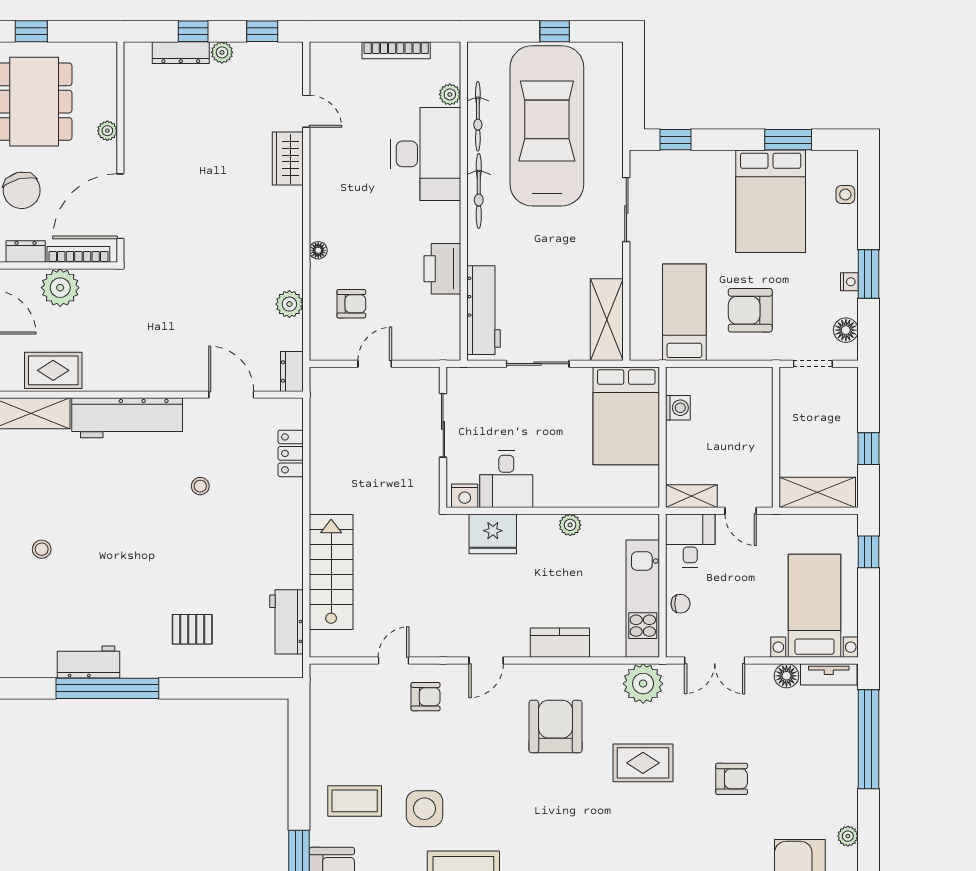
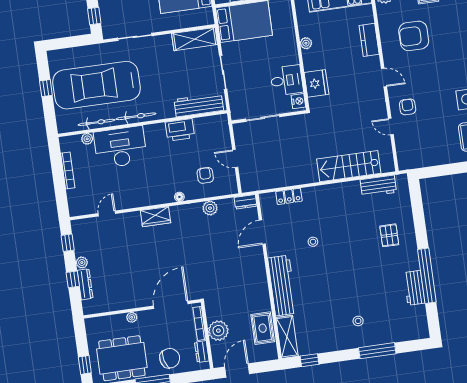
wardrobe: (288, 159) -> (156, 217), moved
door: (120, 206) -> (171, 305), swing flipped

